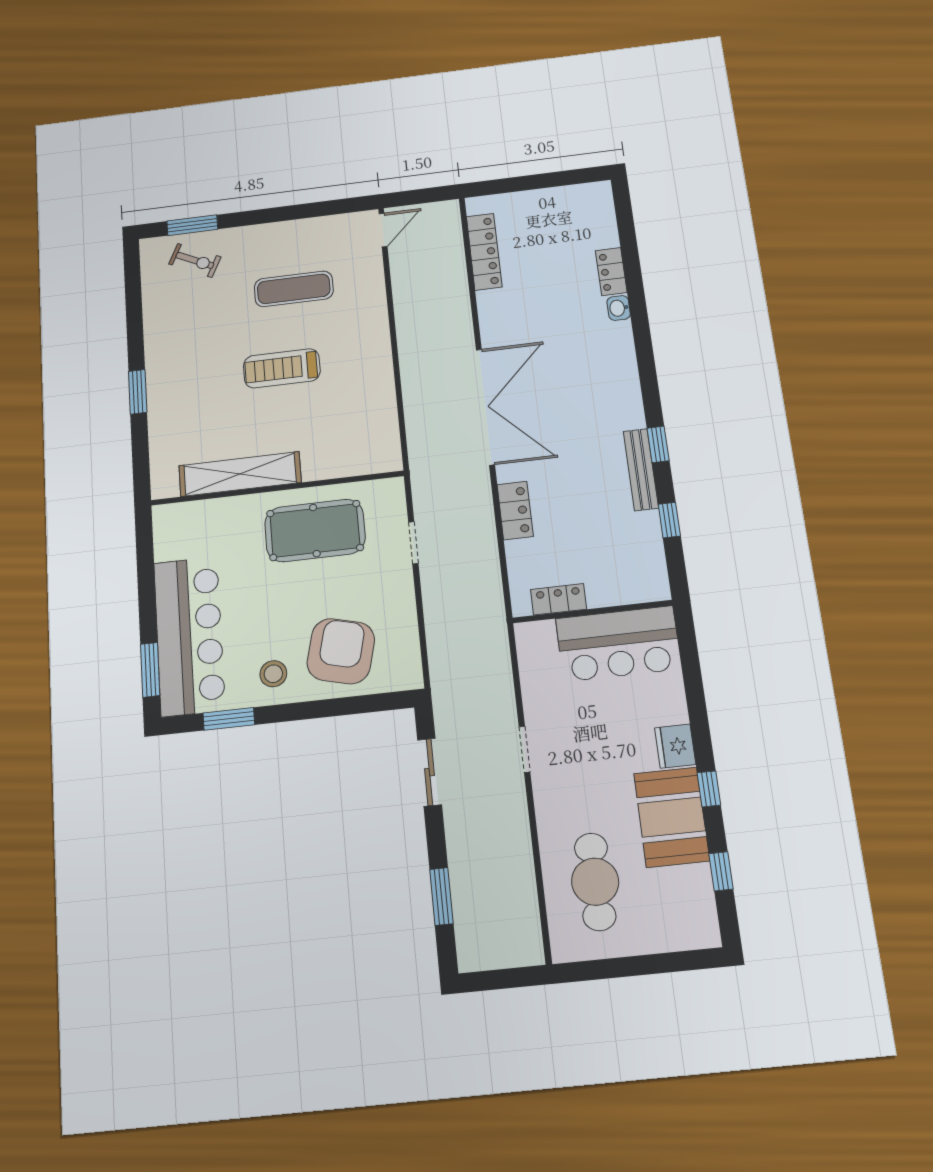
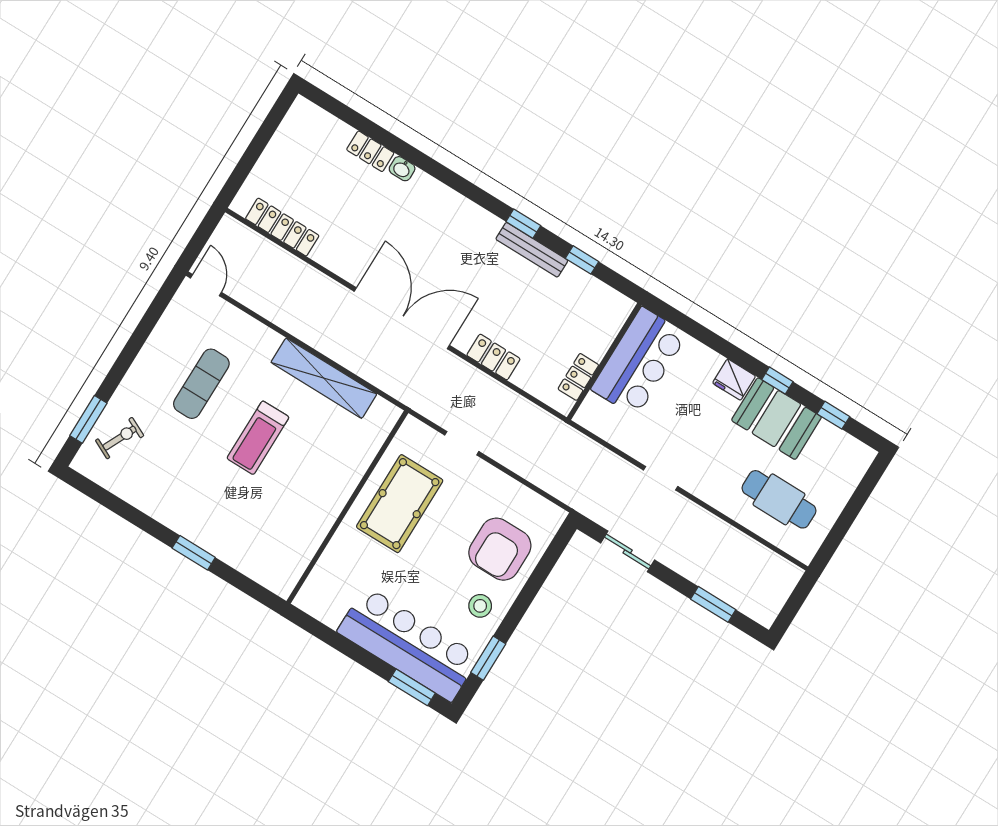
shelving: (240, 474) -> (324, 378), moved, turned 90
armchair: (341, 651) -> (500, 549), turned -104

